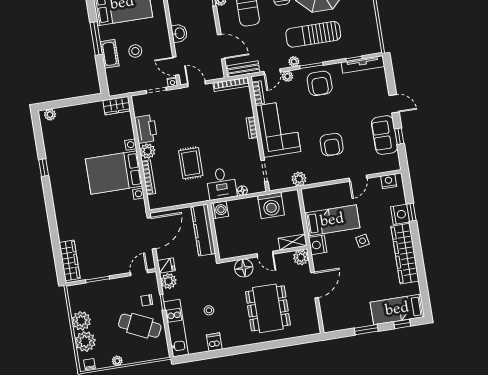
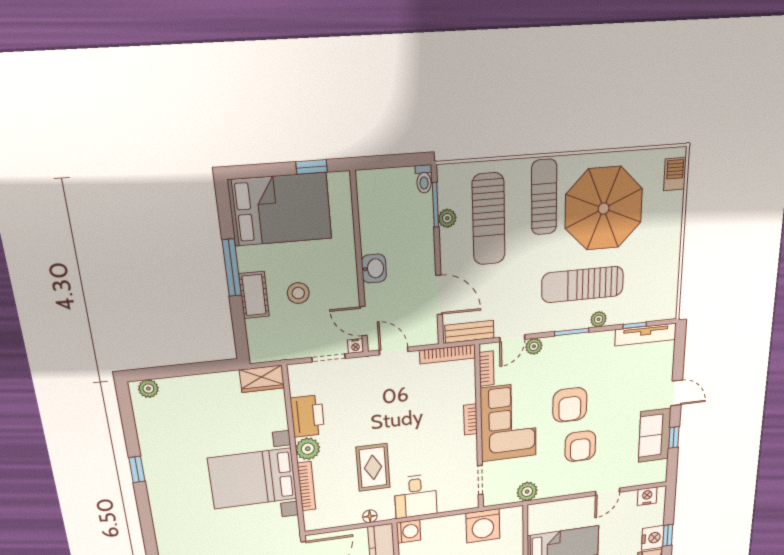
plant: (294, 62) -> (599, 319), moved
armchair: (320, 83) -> (570, 405), moved
floor lamp: (242, 191) -> (370, 516), moved

